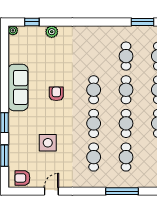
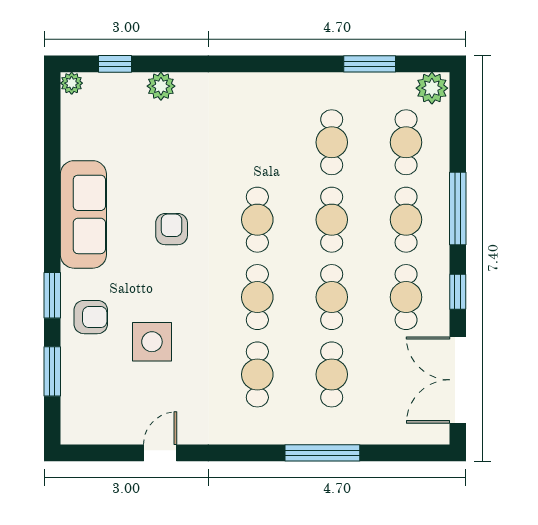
armchair: (22, 178) -> (91, 317), moved, turned 180

